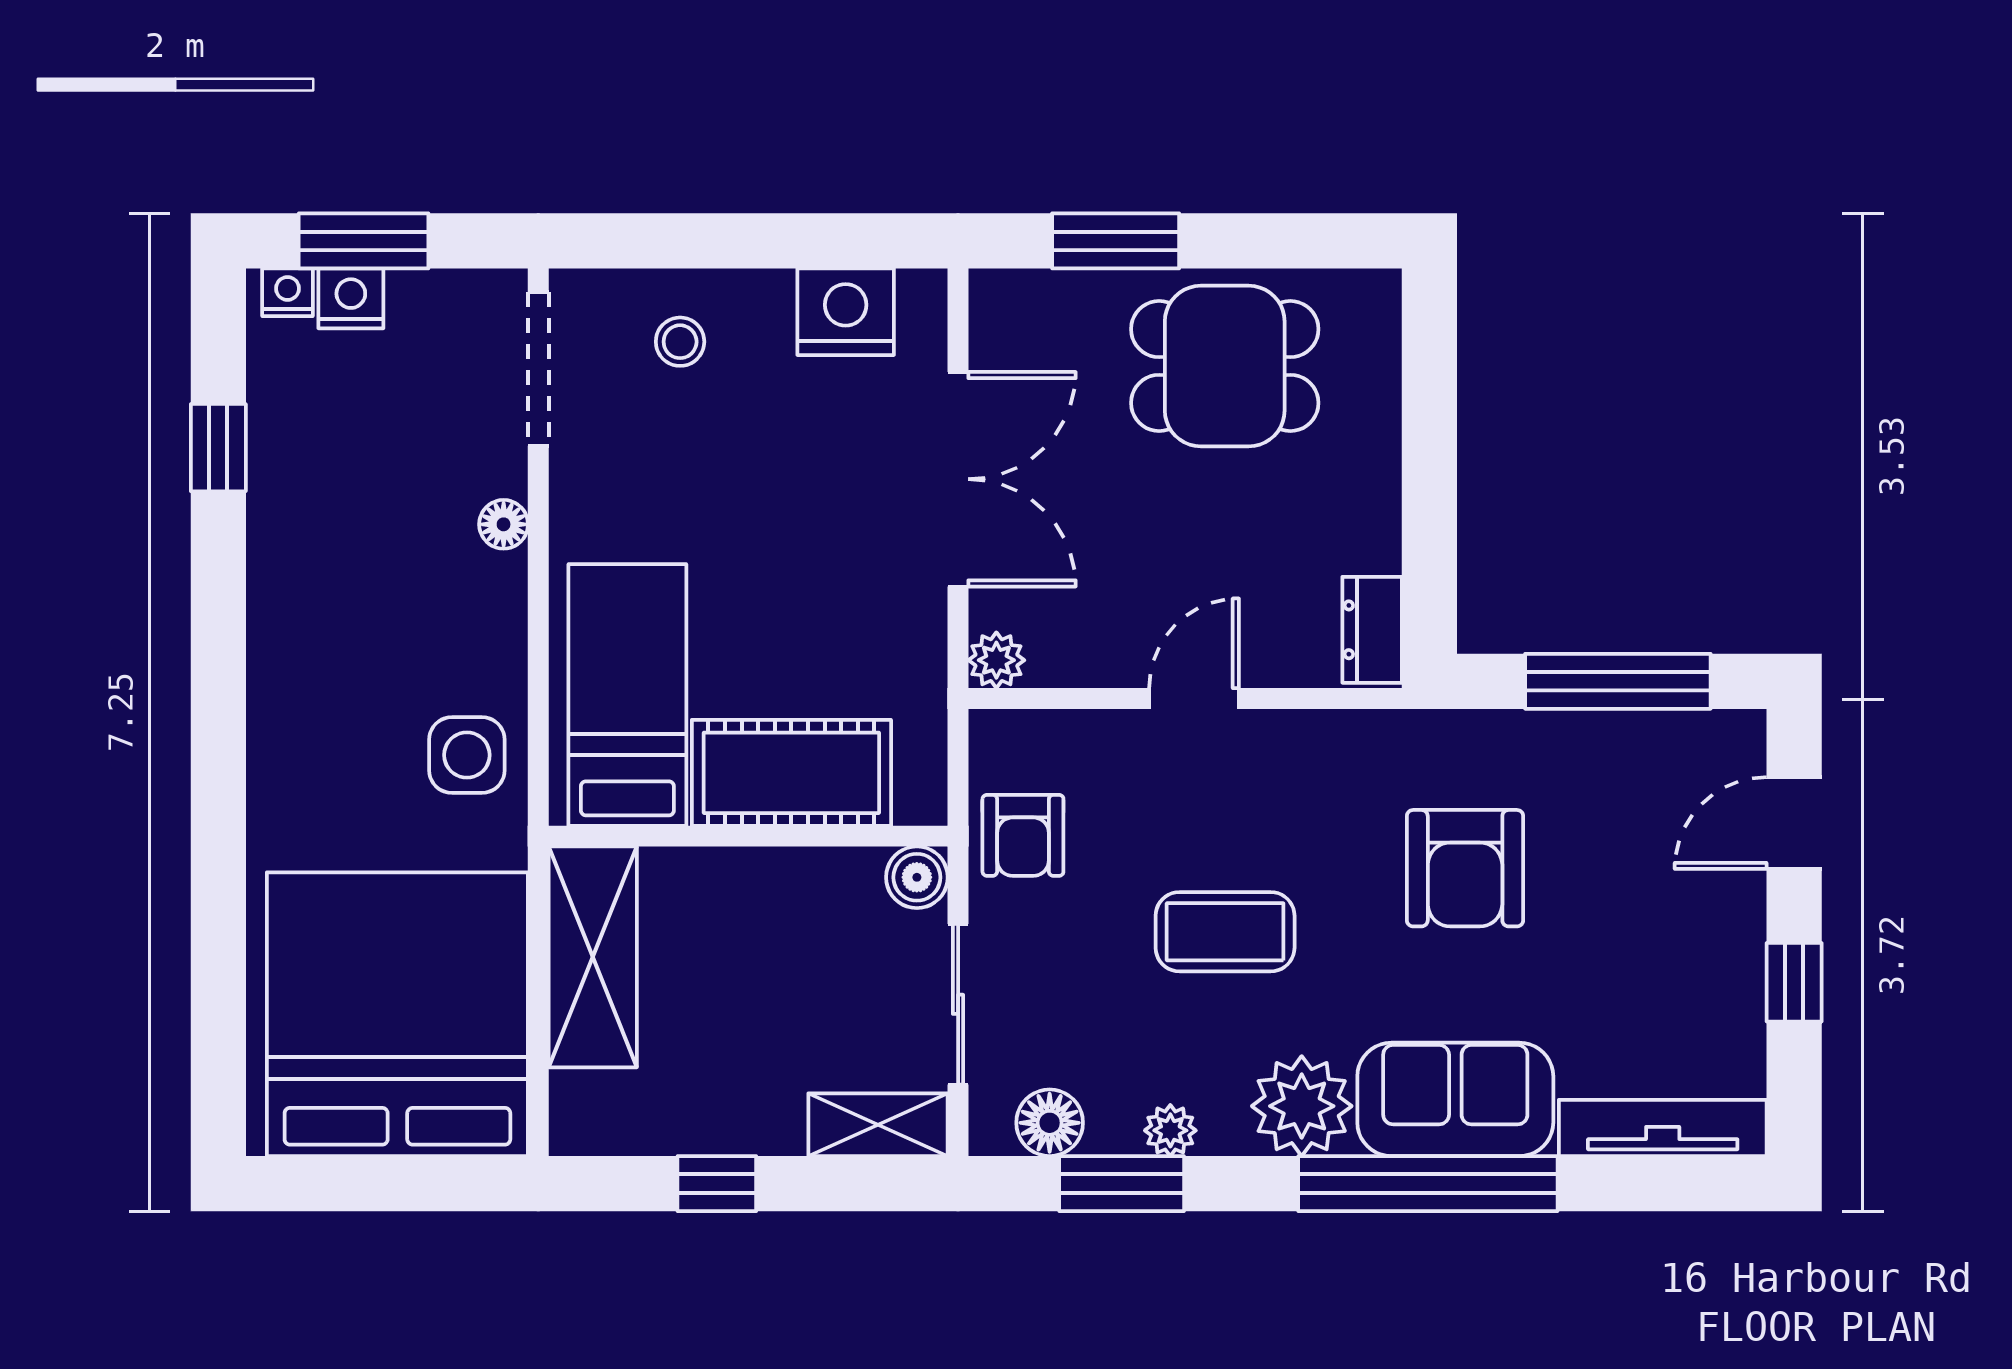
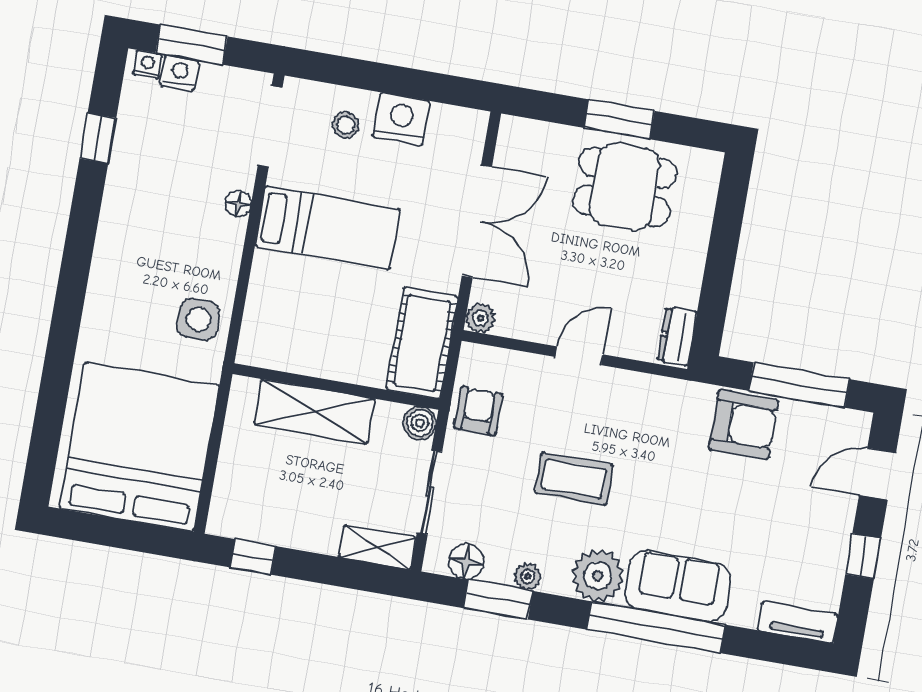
window: (1116, 241) -> (619, 119), moved
nightstand: (846, 312) -> (401, 119), moved
bed: (627, 695) -> (328, 227), moved, turned 90
cot: (791, 773) -> (422, 343), moved, turned 90
armchair: (1023, 835) -> (478, 411), turned 180
armchair: (1465, 868) -> (744, 424), moved, turned -90
shelving: (593, 957) -> (314, 412), moved, turned 90
tv unit: (1663, 1128) -> (798, 622), width x0.71
window: (717, 1184) -> (253, 557), moved

